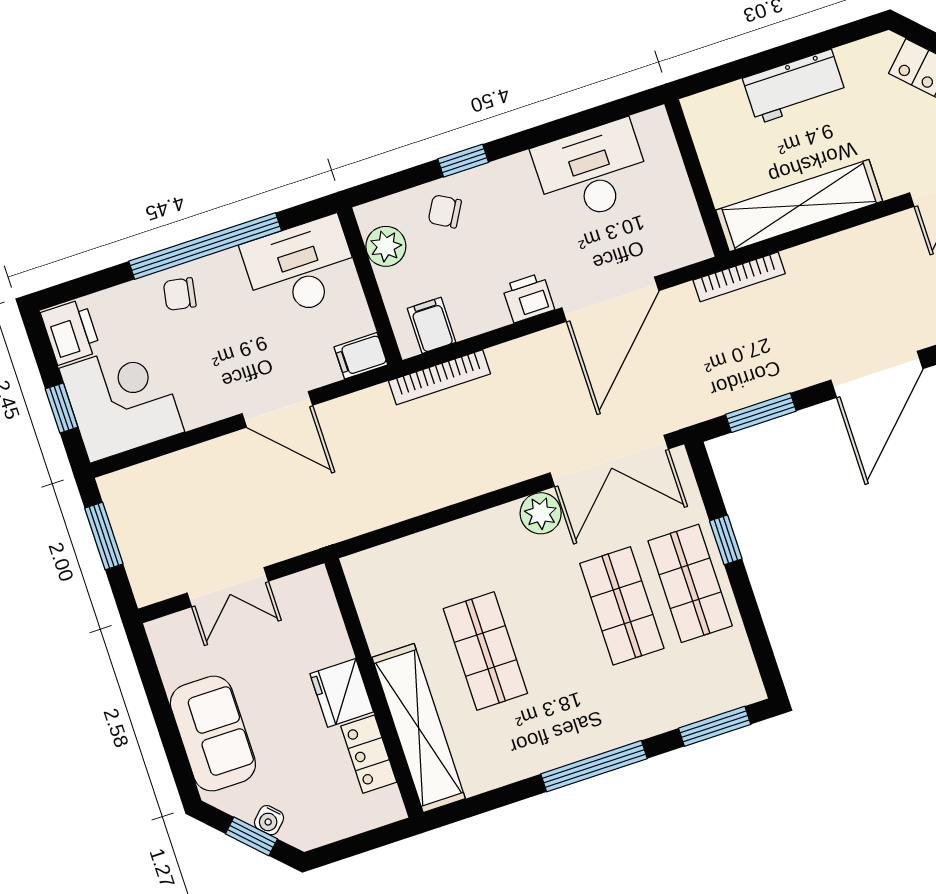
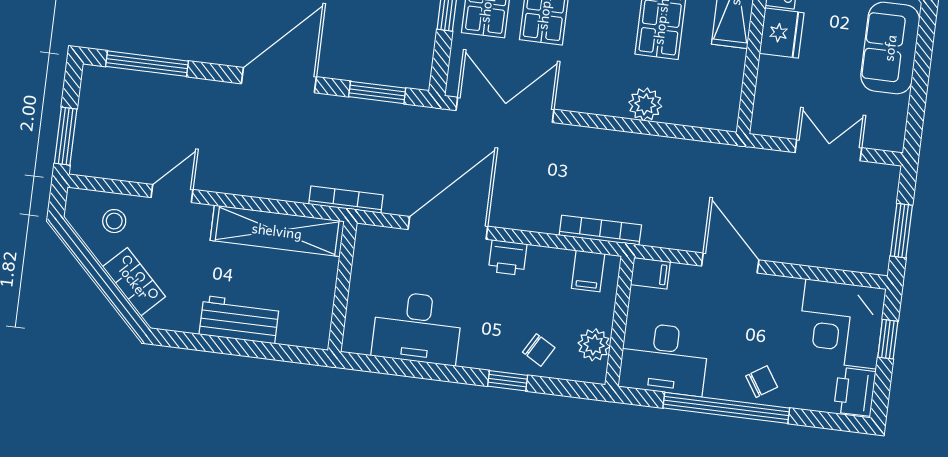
chair: (180, 294) -> (762, 382), turned -43
plant: (541, 513) -> (645, 104), moved

